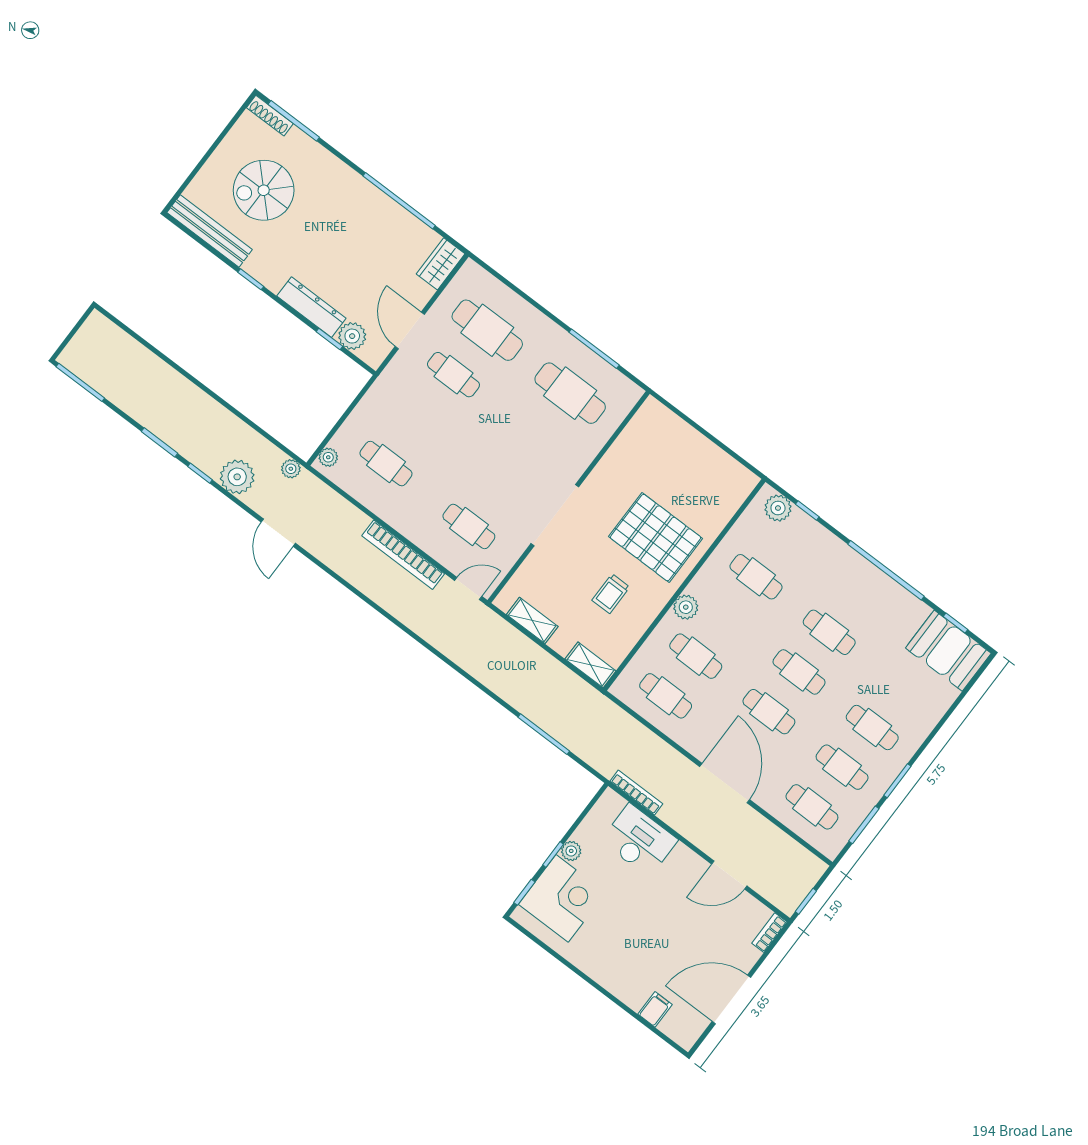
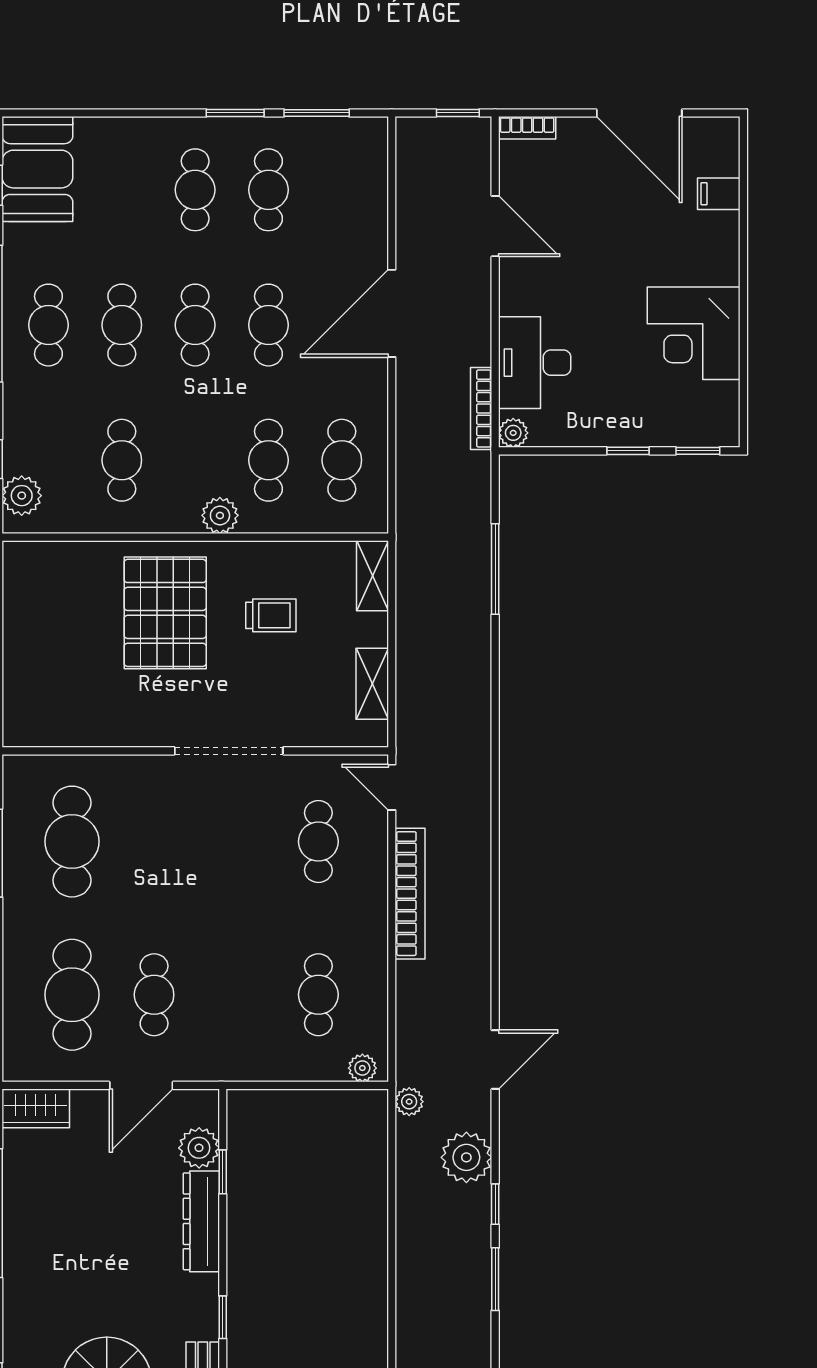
cafe table: (812, 807) -> (48, 325), moved
plant: (571, 851) -> (513, 433), moved
corner desk: (562, 898) -> (694, 333), moved, turned -90

